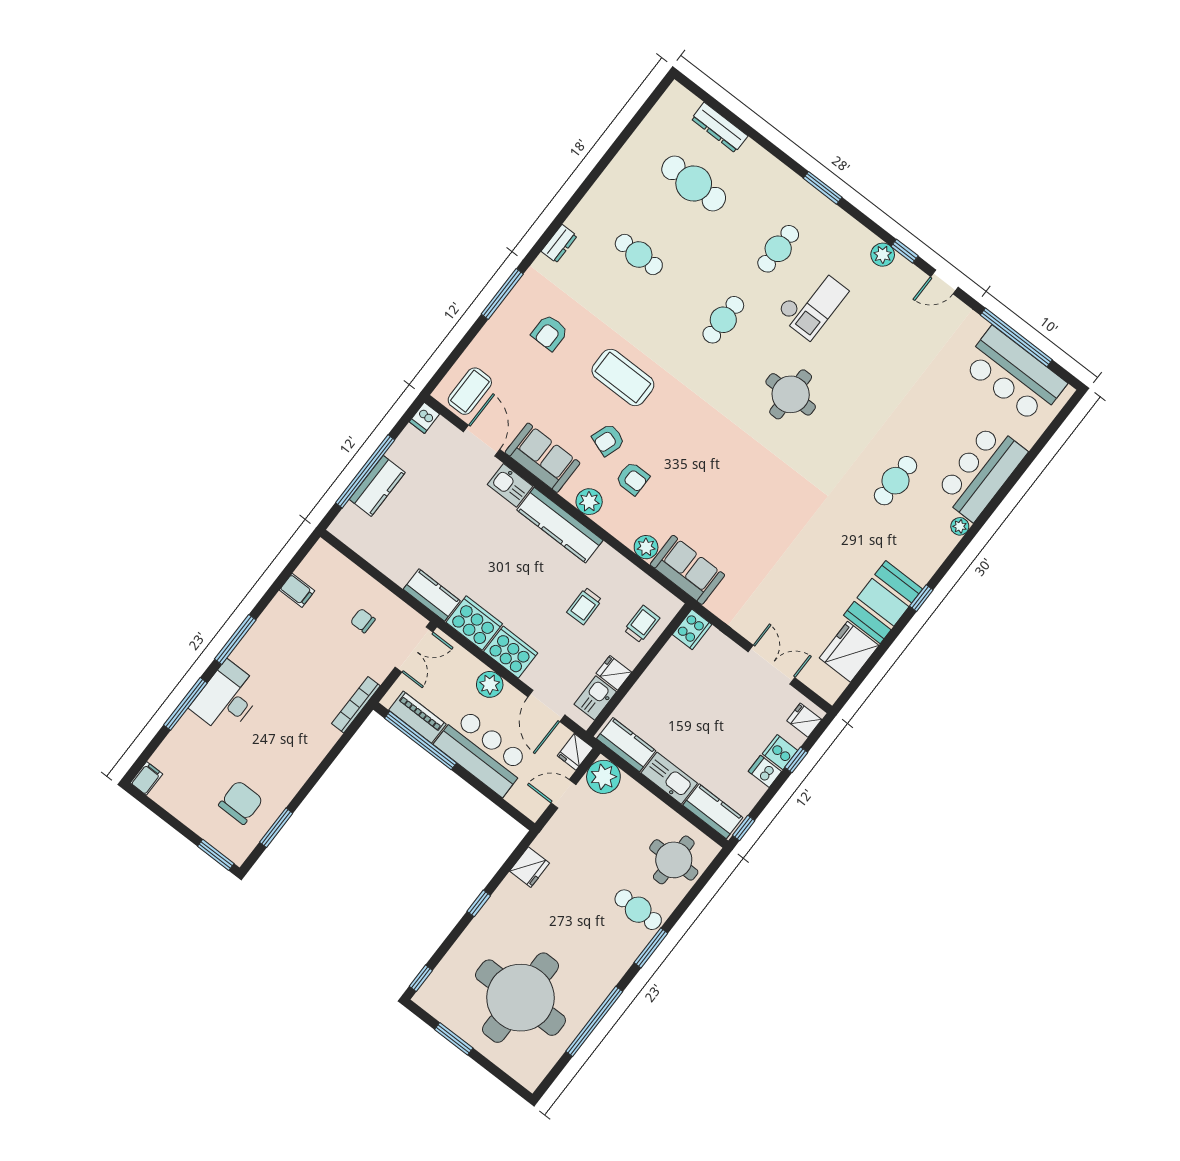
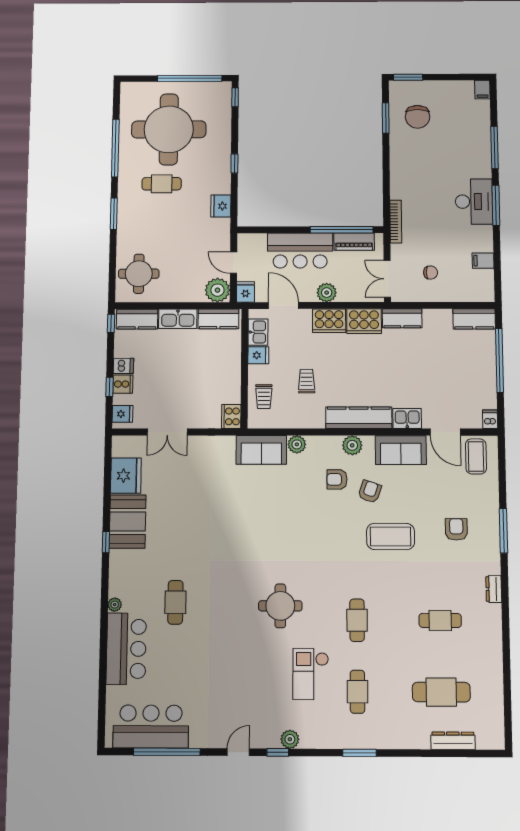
kitchen counter: (377, 486) -> (474, 319), moved, turned -90
desk: (227, 698) -> (474, 202), moved
door: (563, 794) -> (234, 263), swing flipped
cafe table: (638, 910) -> (162, 184), moved
window: (454, 1039) -> (190, 78), width x2.11

